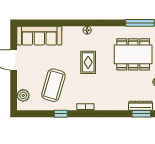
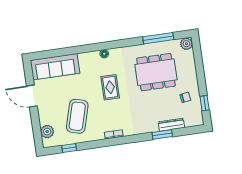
window: (61, 114) -> (69, 148), moved
window: (141, 114) -> (162, 135), moved

